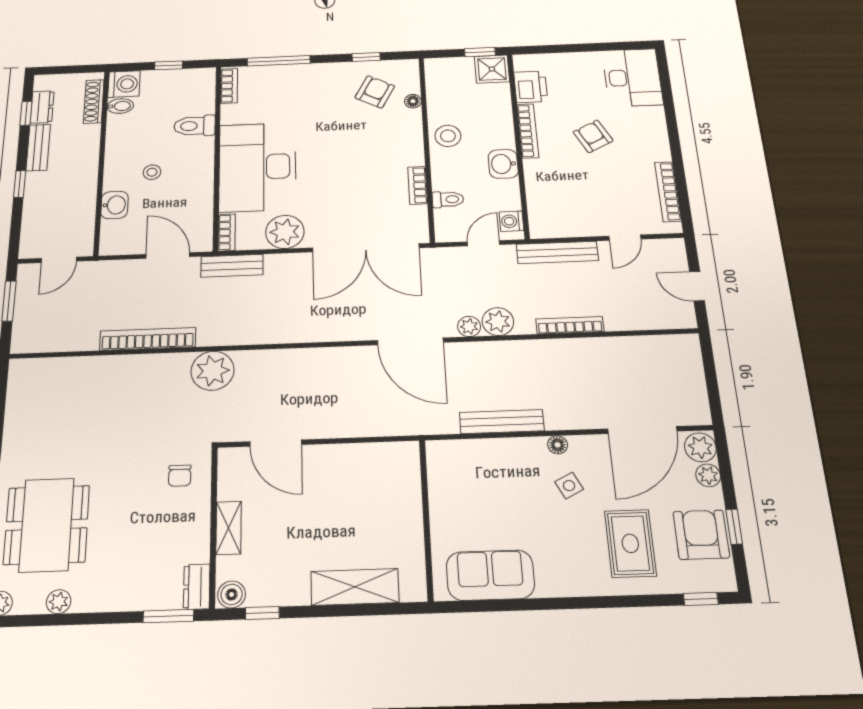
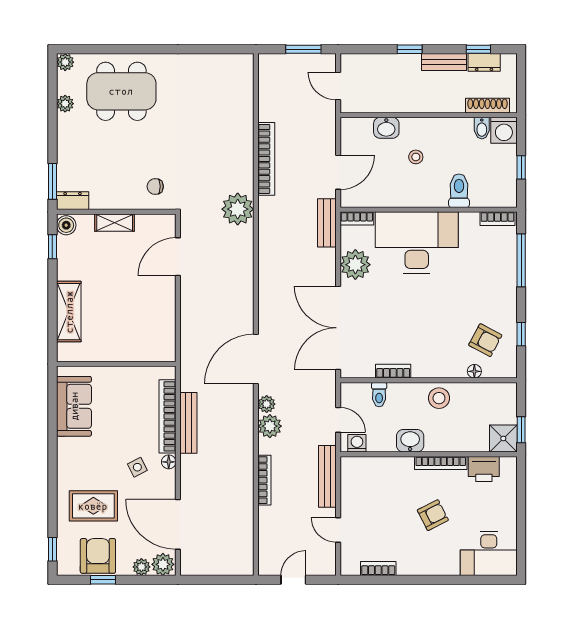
bookcase: (668, 192) -> (378, 569), width x0.64
bookcase: (495, 449) -> (167, 416), added
armchair: (701, 535) -> (98, 556), turned -90

